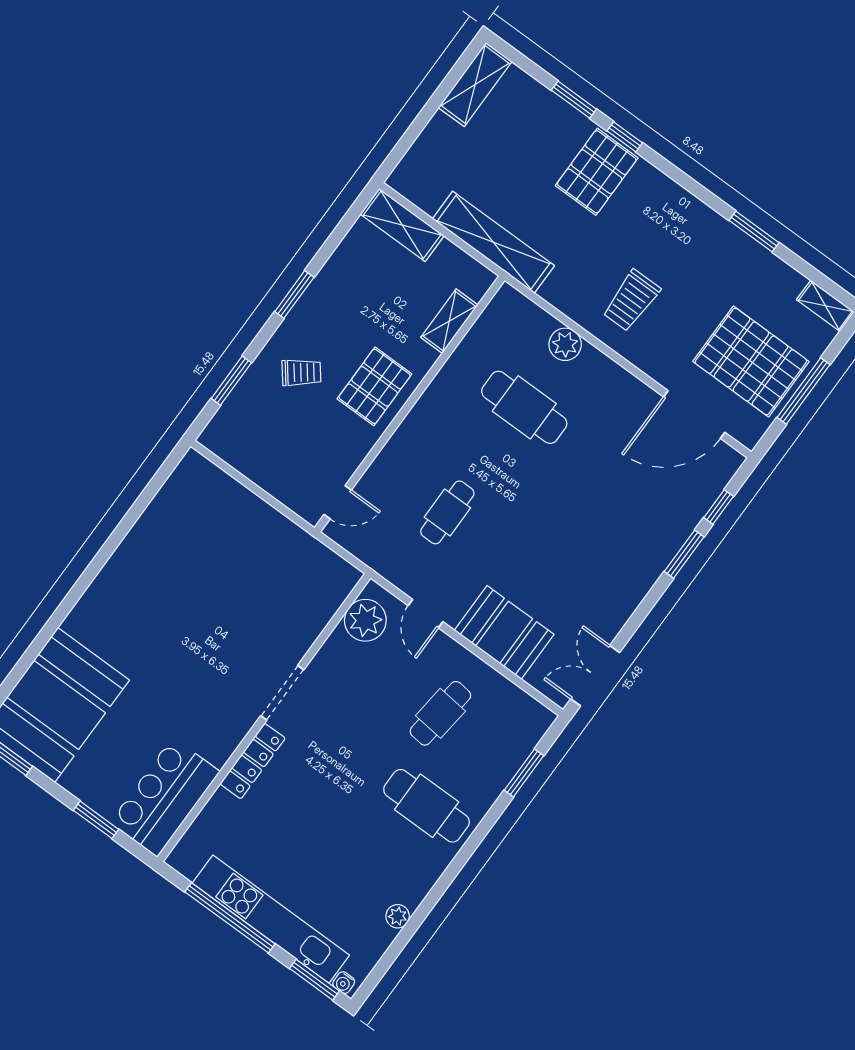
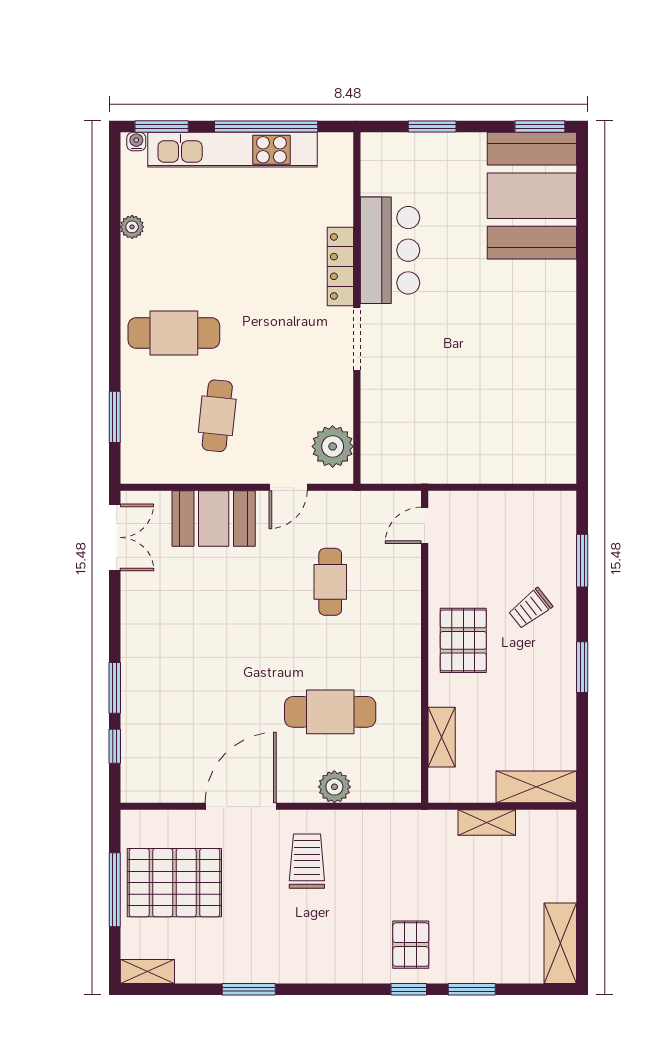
pallet: (597, 172) -> (411, 945), width x0.67, depth x0.71
shelving: (493, 242) -> (487, 823), width x0.45, depth x0.75
door: (694, 415) -> (241, 806), moved
door: (426, 614) -> (288, 487), swing flipped
bar counter: (165, 797) -> (390, 250), moved

